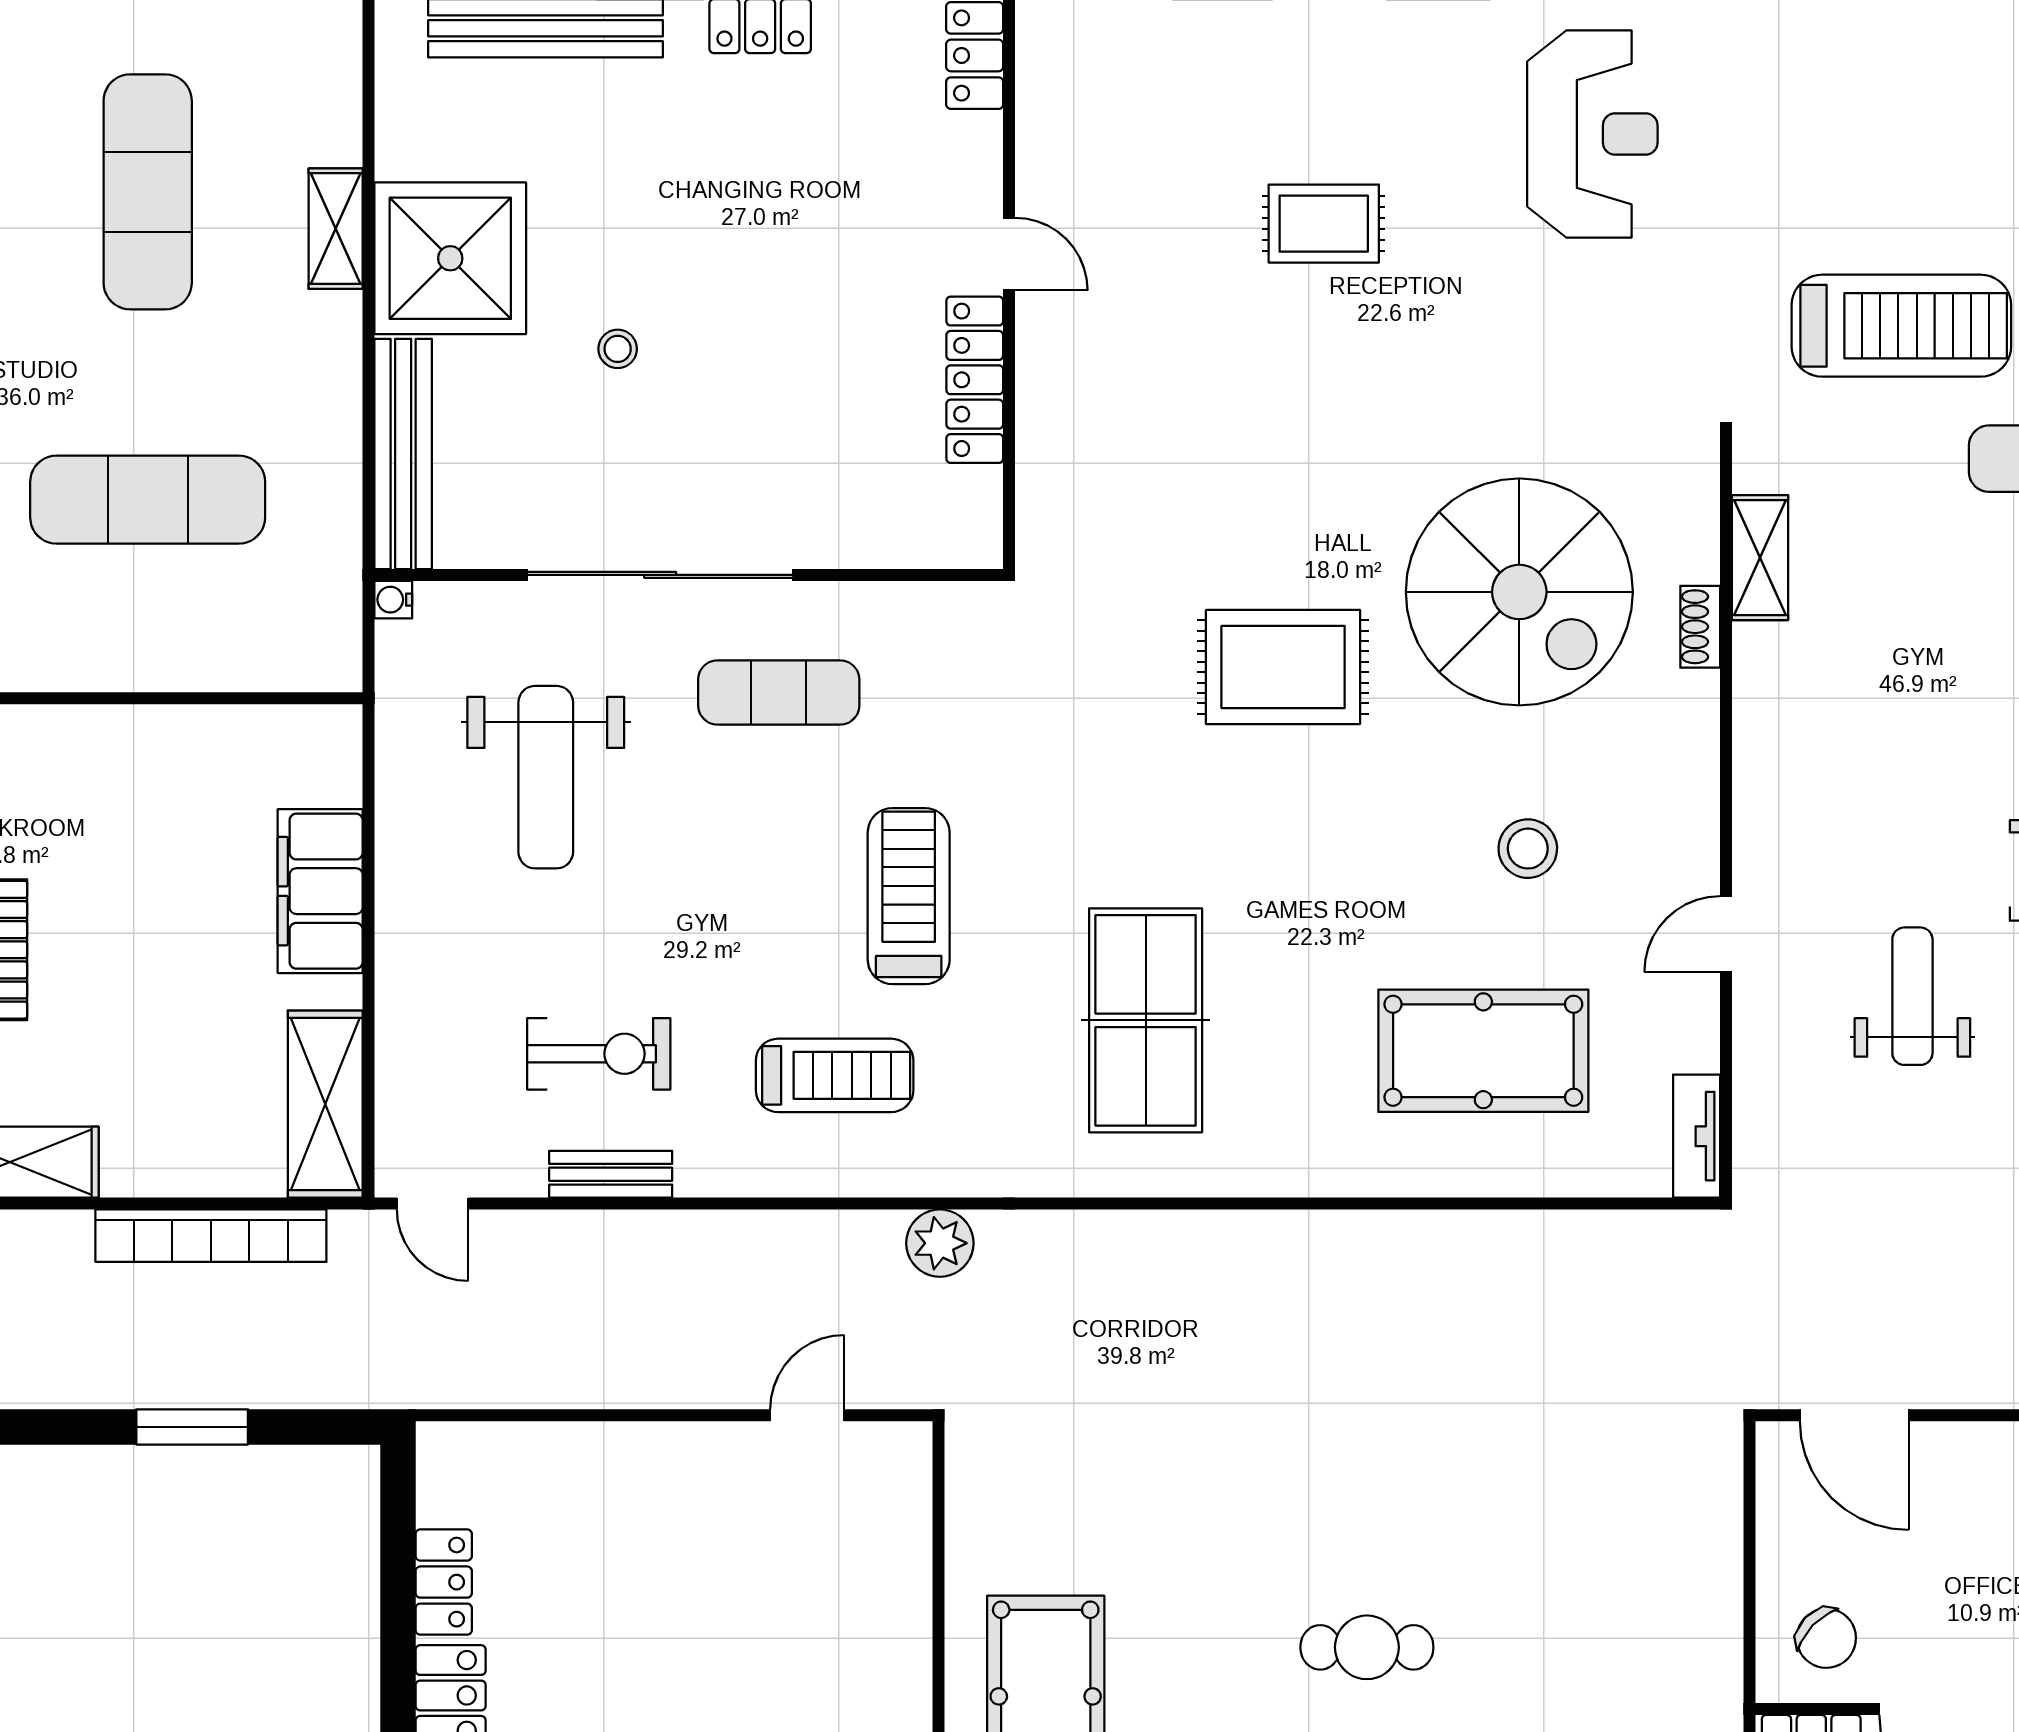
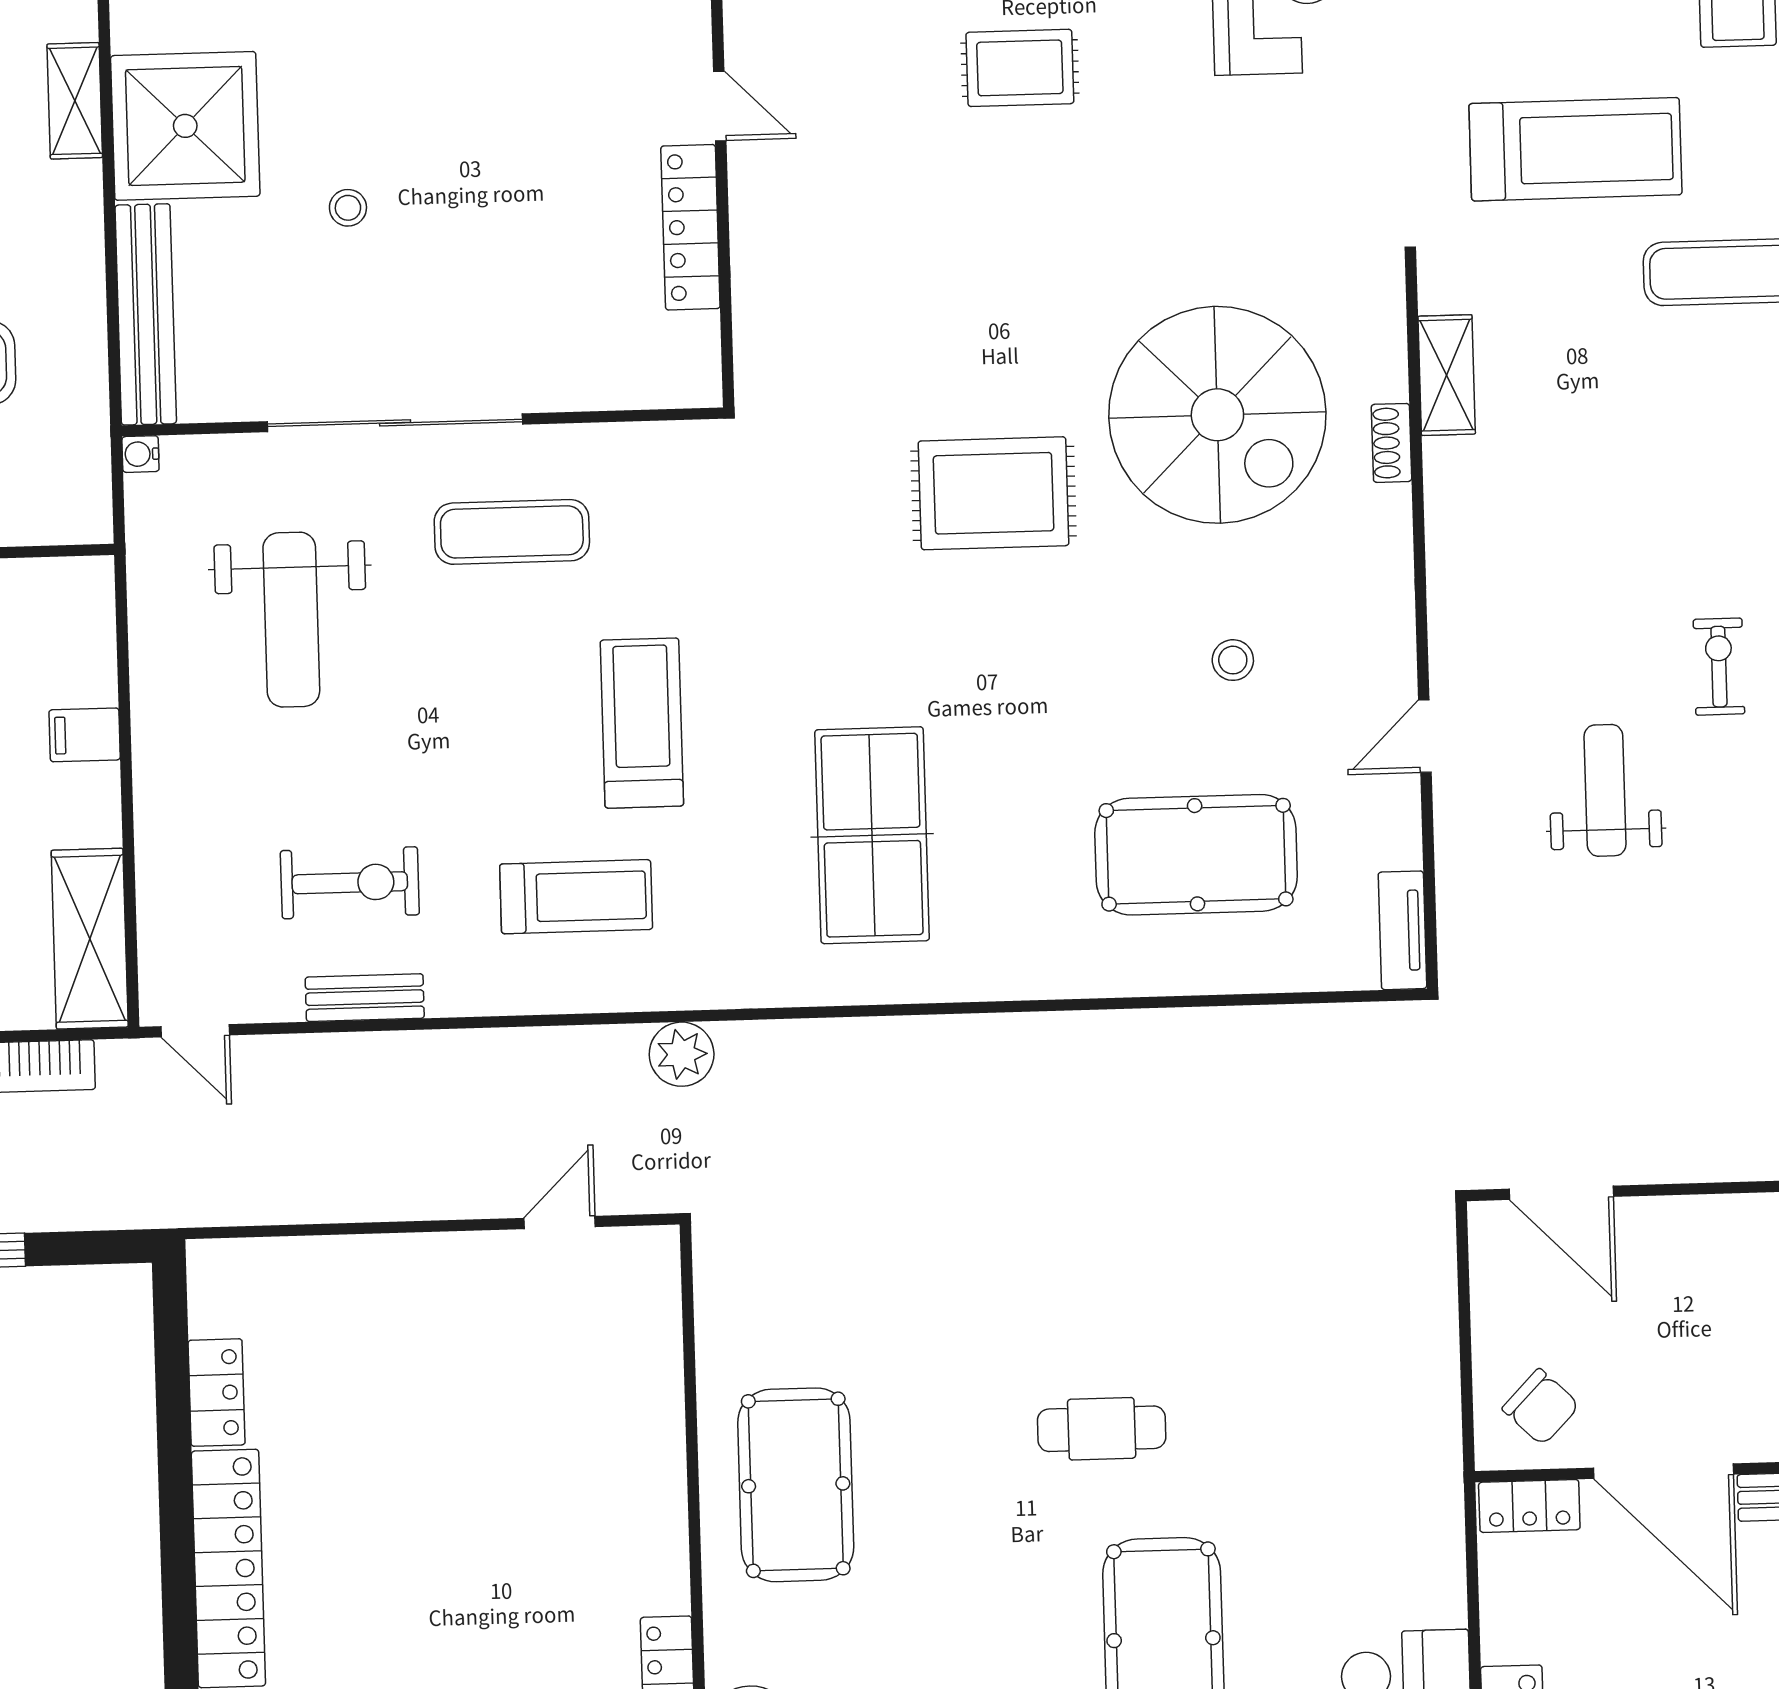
stool: (1528, 849) -> (1233, 660), width x0.73, depth x0.73
filing cabinet: (320, 891) -> (85, 735), width x0.33, depth x0.86

